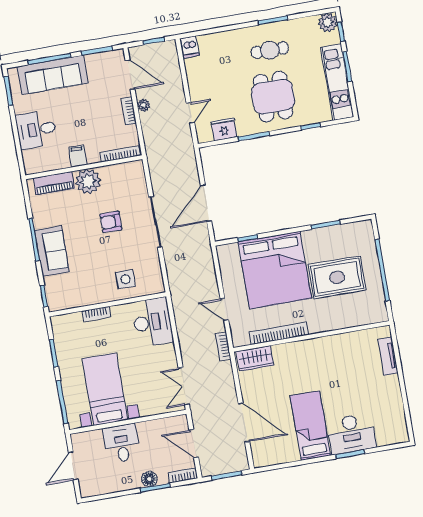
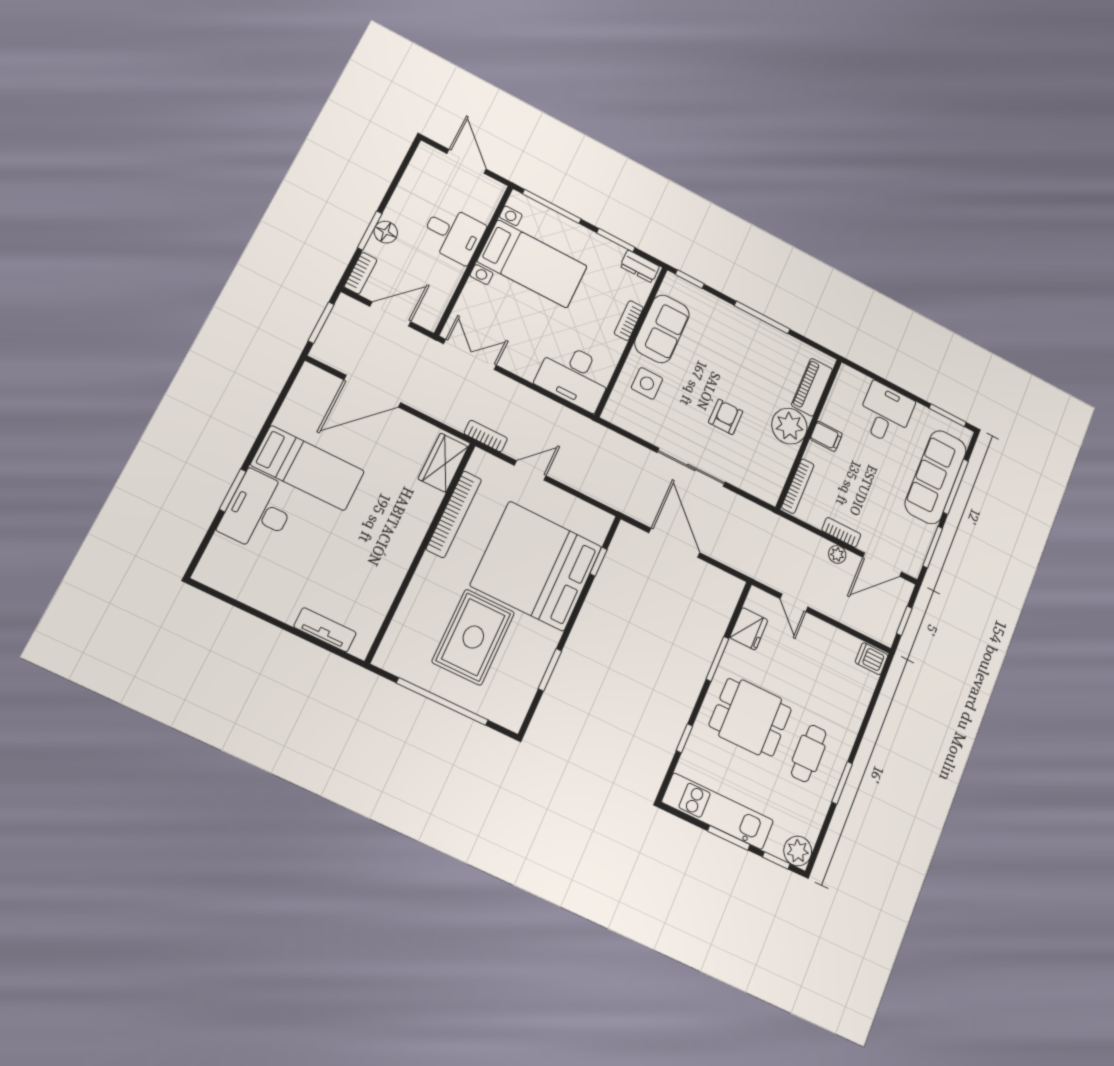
sofa: (52, 251) -> (662, 329), moved, turned -90
dresser: (59, 329) -> (640, 266), added

